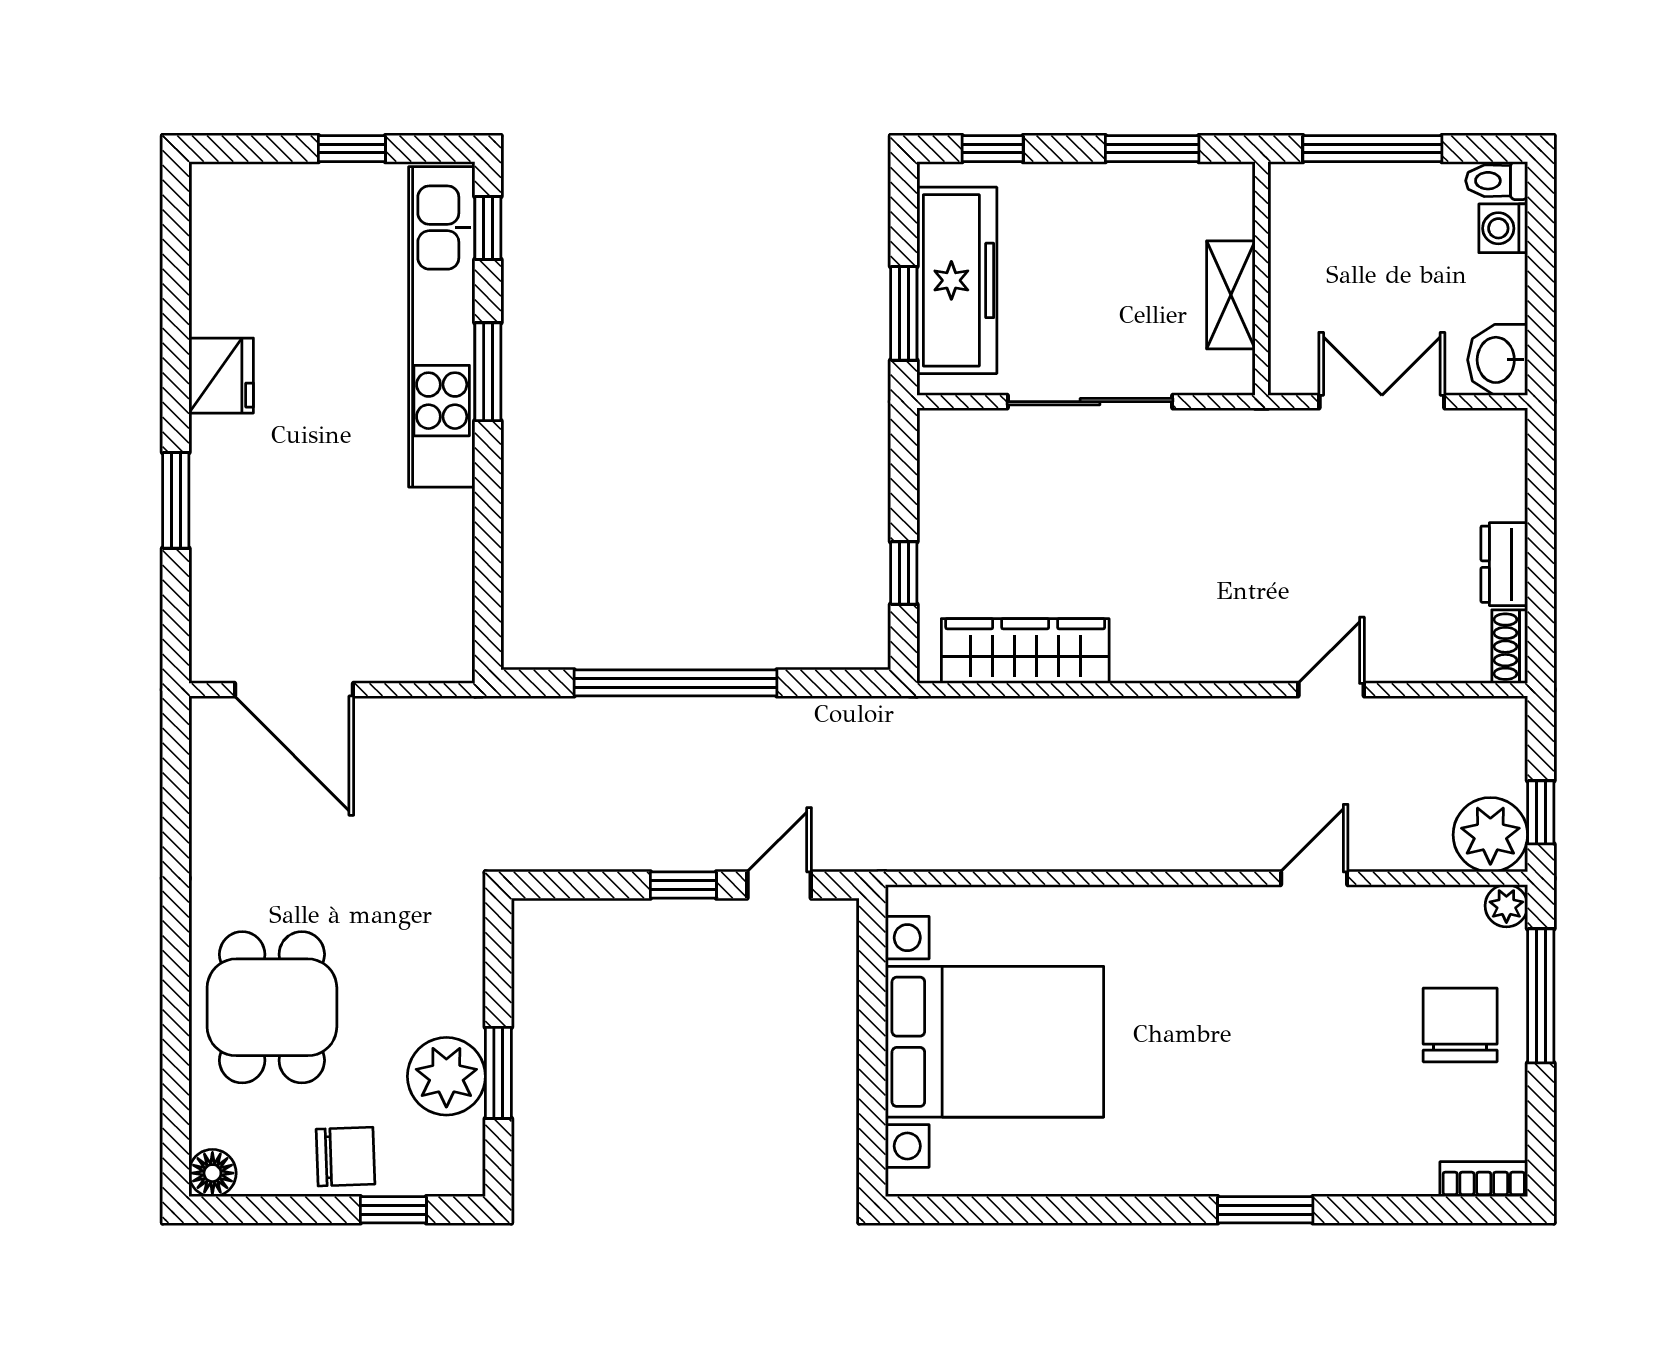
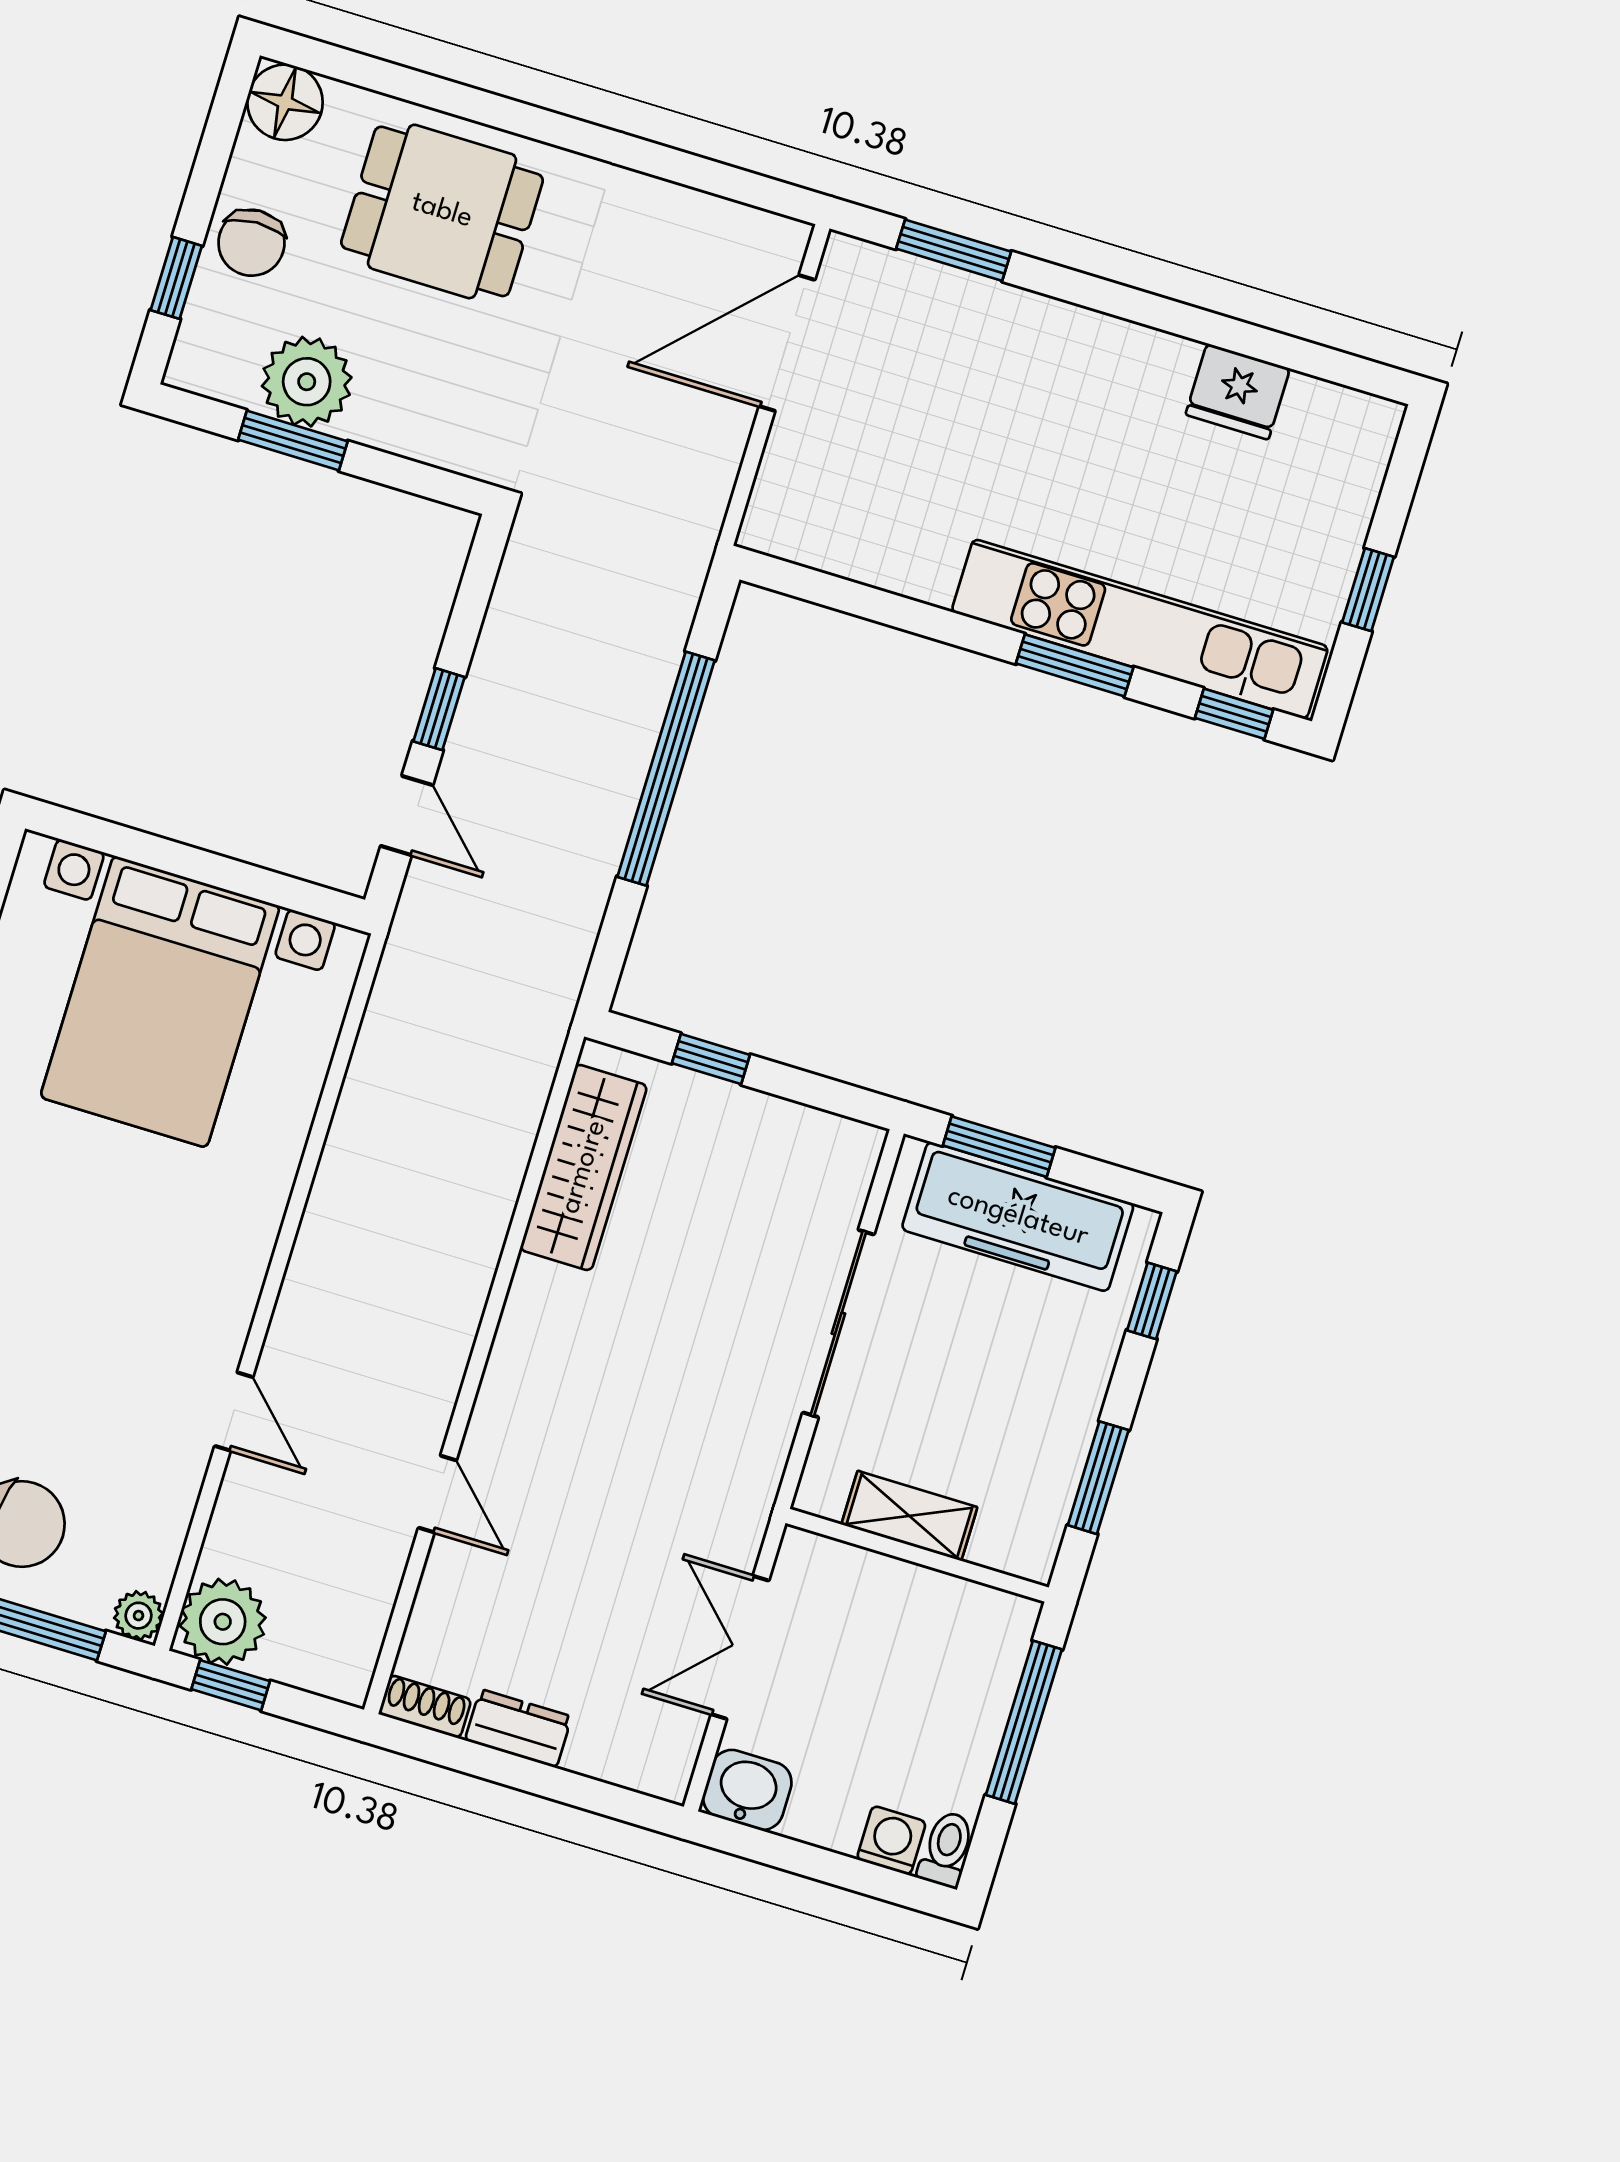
fridge: (221, 376) -> (1238, 392), moved
double door: (1382, 402) -> (740, 1647), swing flipped
window: (176, 500) -> (954, 250), moved
floor lamp: (212, 1173) -> (285, 102), width x1.38, depth x1.38

